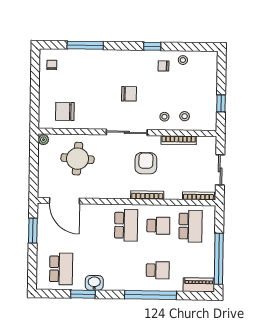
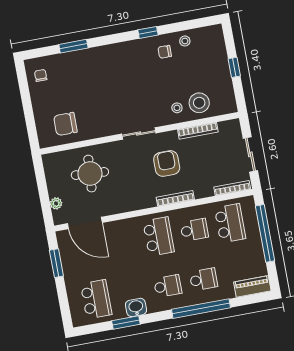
window: (85, 45) -> (73, 46), width x0.69
chair: (129, 94) -> (133, 90), removed
window: (221, 103) -> (234, 67), moved
stool: (185, 116) -> (199, 103), width x1.89, depth x1.89
sliding door: (127, 132) -> (139, 134), width x0.73
plant: (43, 140) -> (56, 203), moved
window: (219, 259) -> (265, 233), moved
school desk: (125, 270) -> (168, 286), added

